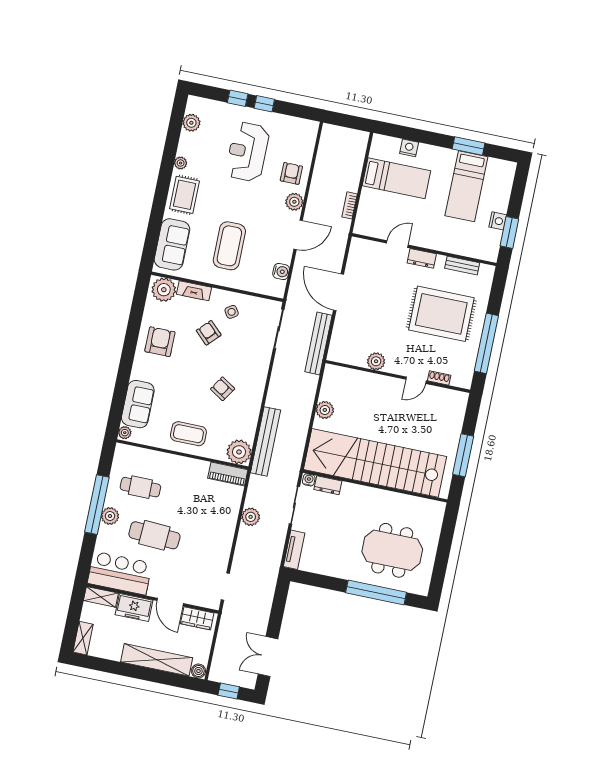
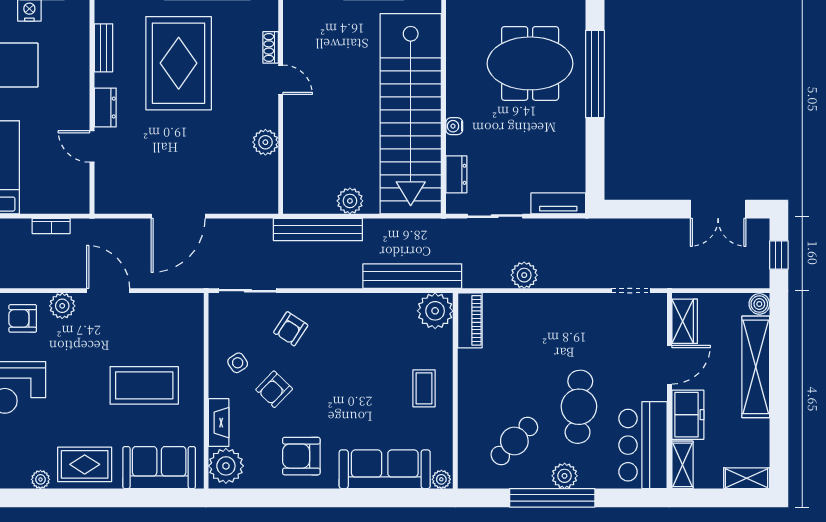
water cooler: (281, 271) -> (165, 304), removed
bench: (318, 344) -> (318, 230), moved
armchair: (223, 389) -> (291, 329), moved
sofa: (138, 404) -> (385, 469), width x1.36
coffee table: (188, 434) -> (424, 388), width x0.73, depth x0.77
water cooler: (309, 480) -> (454, 126), moved
cafe table: (140, 487) -> (514, 441), turned 44
meeting table: (392, 550) -> (530, 63), turned 90

